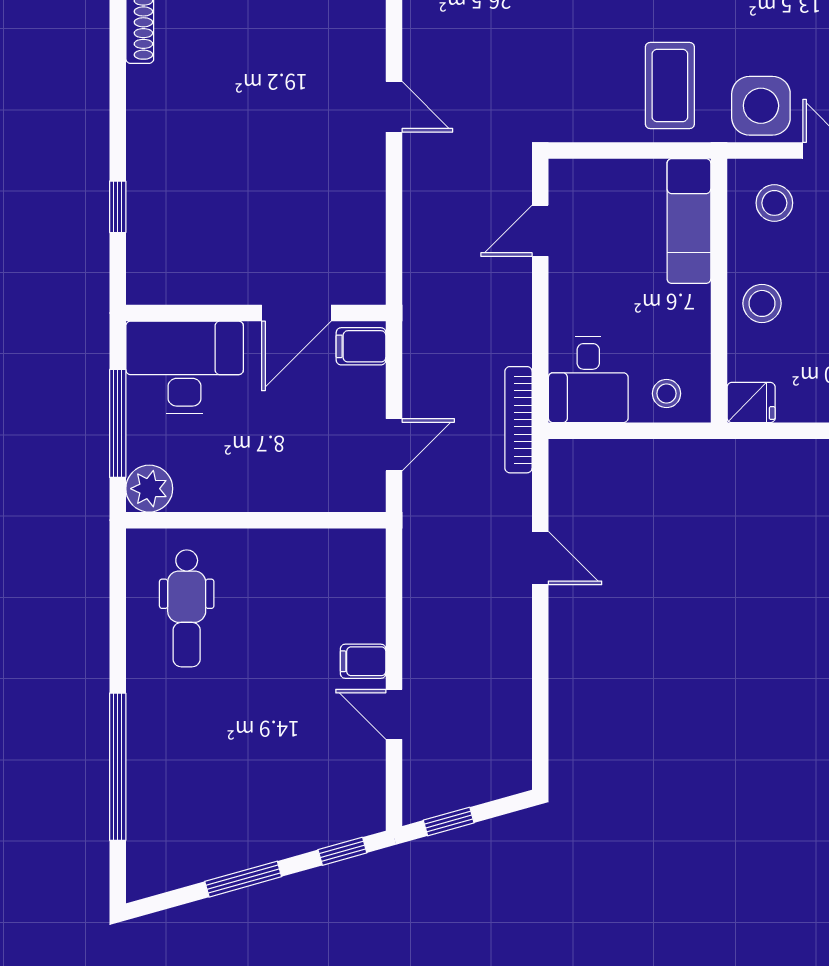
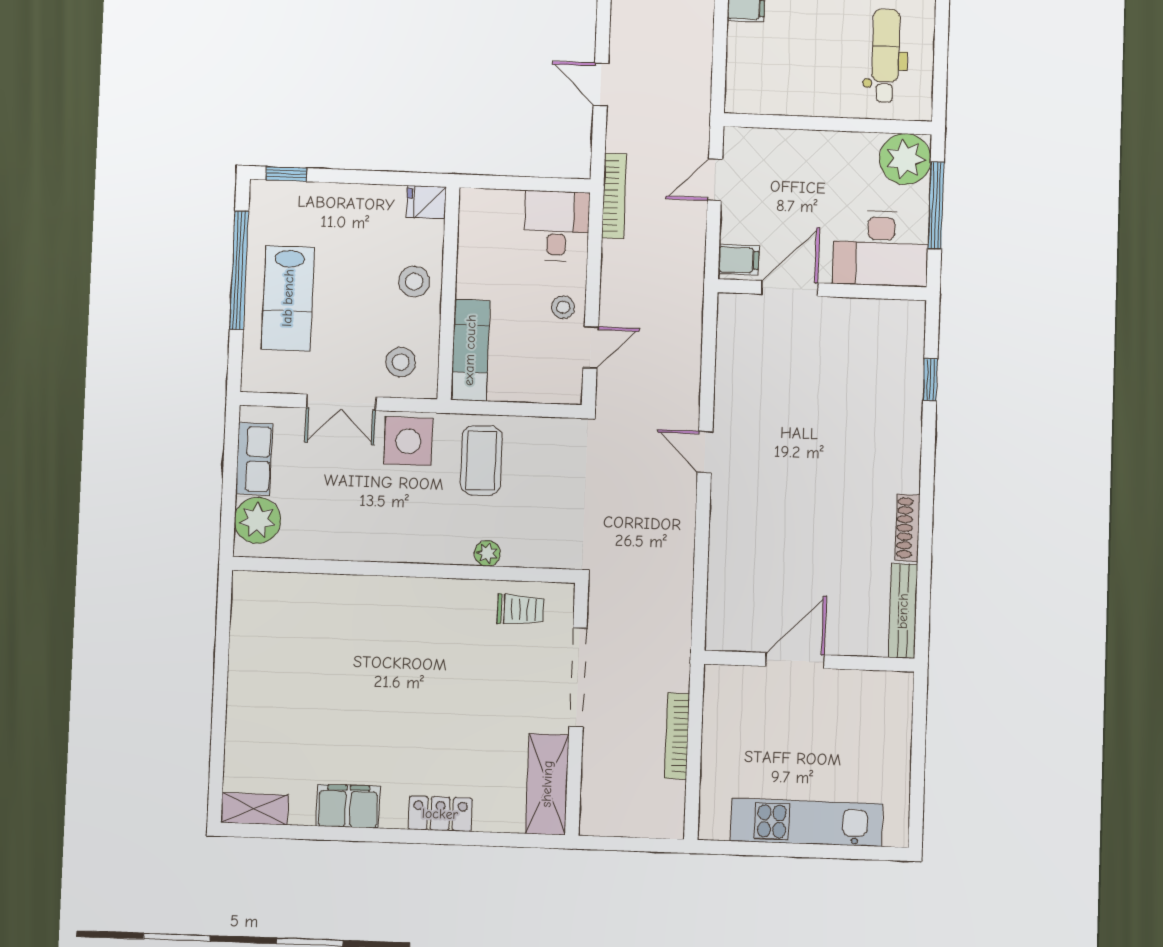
stool: (666, 393) -> (563, 307), moved
plant: (149, 489) -> (905, 159), width x1.36, depth x1.36

